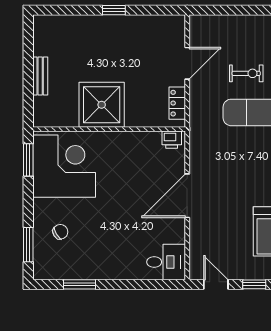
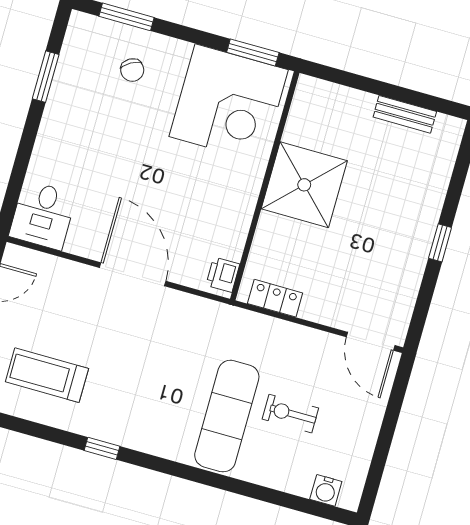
door: (187, 63) -> (371, 341), moved
exercise bike: (246, 73) -> (290, 414), turned 90
bench: (40, 76) -> (405, 114), moved

